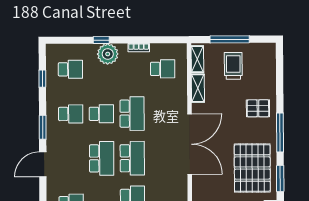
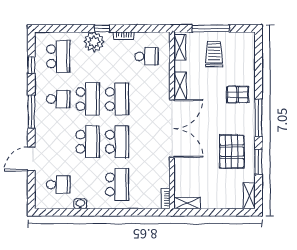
window: (101, 40) -> (102, 28), moved
school desk: (70, 69) -> (58, 56), width x1.85
shelving: (198, 88) -> (180, 86), moved
school desk: (101, 114) -> (88, 99), width x1.85
window: (43, 127) -> (31, 112), width x1.44
door: (43, 164) -> (31, 159), moved
pallet: (252, 168) -> (232, 152), width x0.73, depth x0.71

